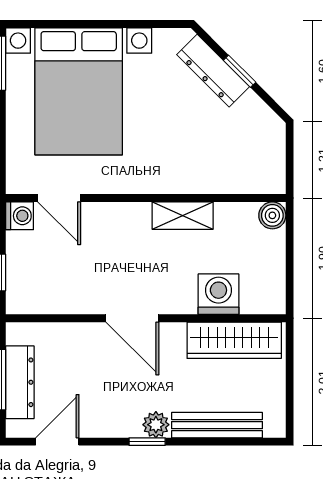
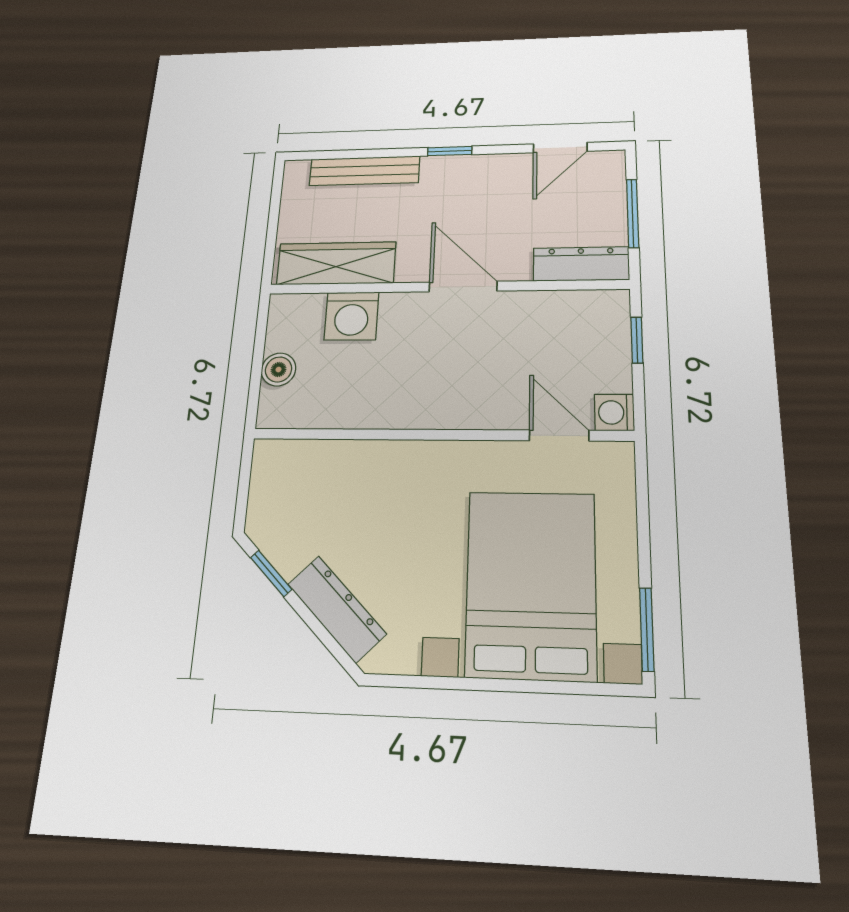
window: (240, 71) -> (271, 573), moved
boiler: (272, 215) -> (278, 370), moved
shelving: (183, 216) -> (392, 412), removed
dresser: (20, 382) -> (581, 264), moved, turned 90
plant: (156, 425) -> (438, 169), removed

